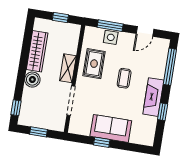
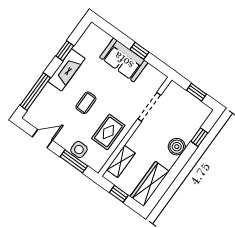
wardrobe: (37, 51) -> (150, 184), moved
shelving: (68, 68) -> (121, 161), moved
window: (16, 108) -> (199, 137), moved

